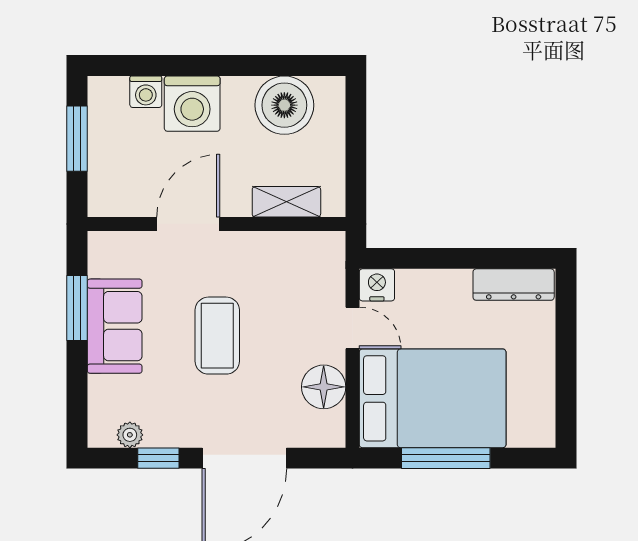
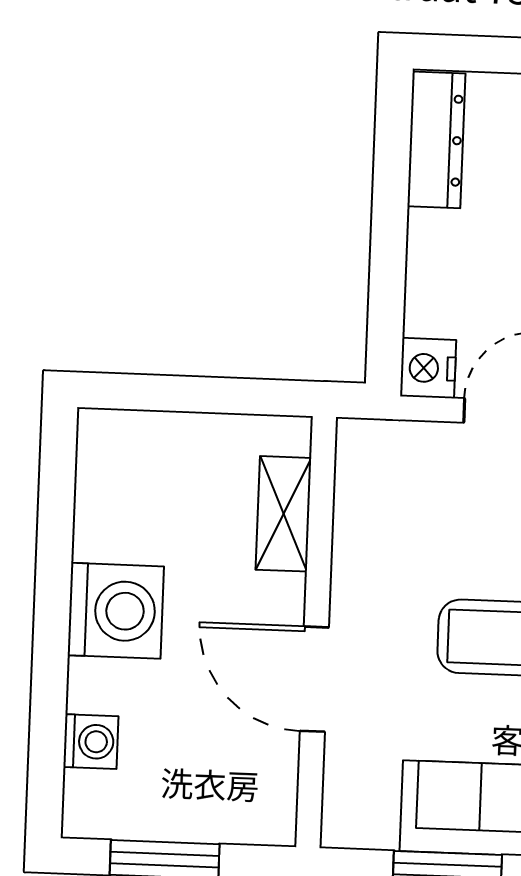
washing machine: (192, 104) -> (116, 611), moved
boiler: (284, 105) -> (122, 511), removed

